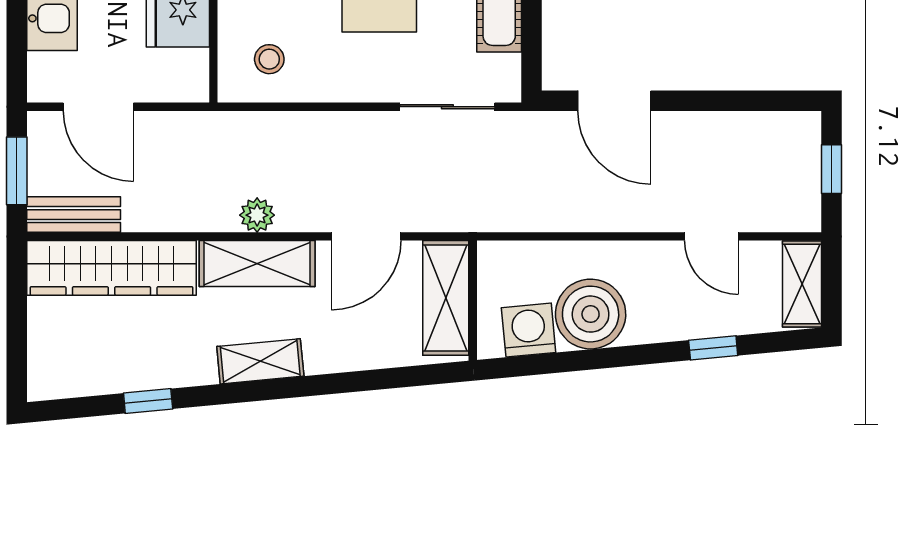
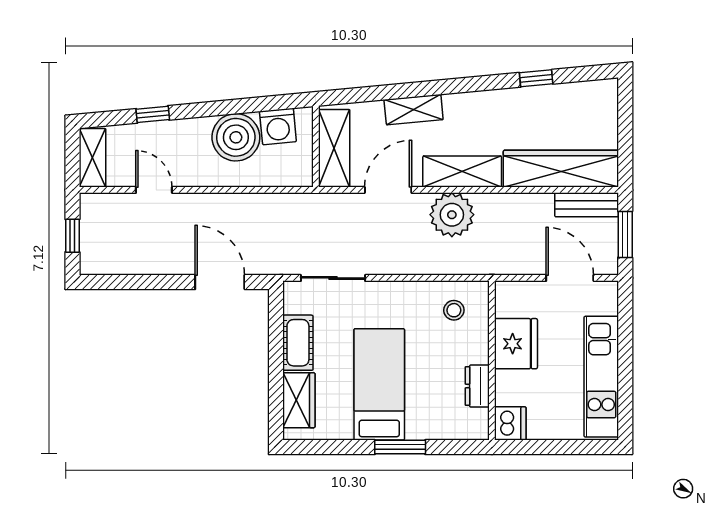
plant: (257, 215) -> (452, 215), width x1.88, depth x1.88
shelving: (260, 361) -> (414, 110), moved

